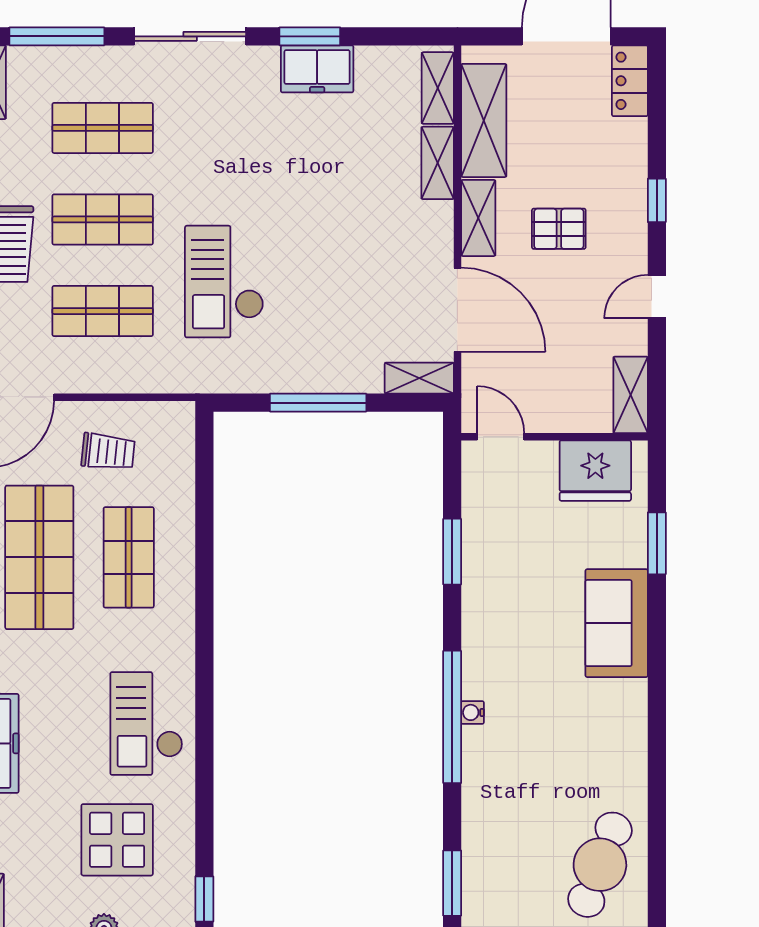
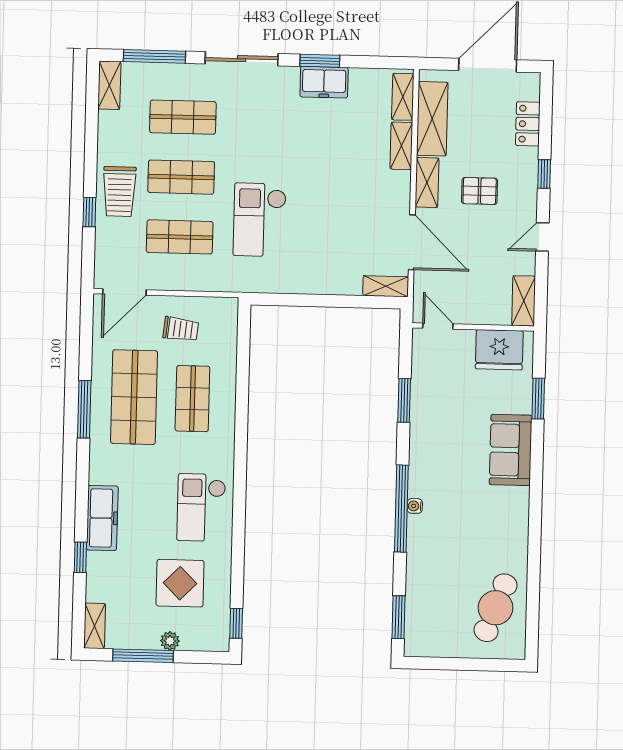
locker: (630, 81) -> (528, 124), moved
window: (318, 403) -> (319, 301), removed

